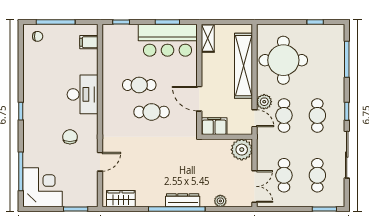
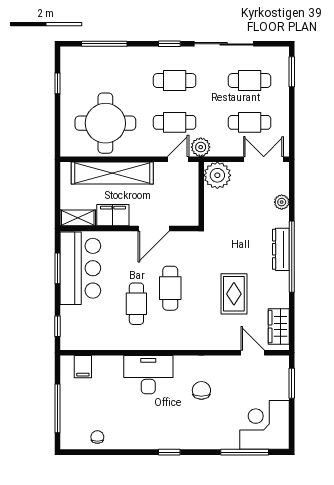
chair: (38, 36) -> (97, 437), moved
plant: (264, 102) -> (201, 147), moved
filing cabinet: (214, 126) -> (113, 215), moved, turned 90
chair: (70, 137) -> (201, 390), turned 90
door: (100, 162) -> (253, 353), moved
rug: (147, 163) -> (234, 294), added

